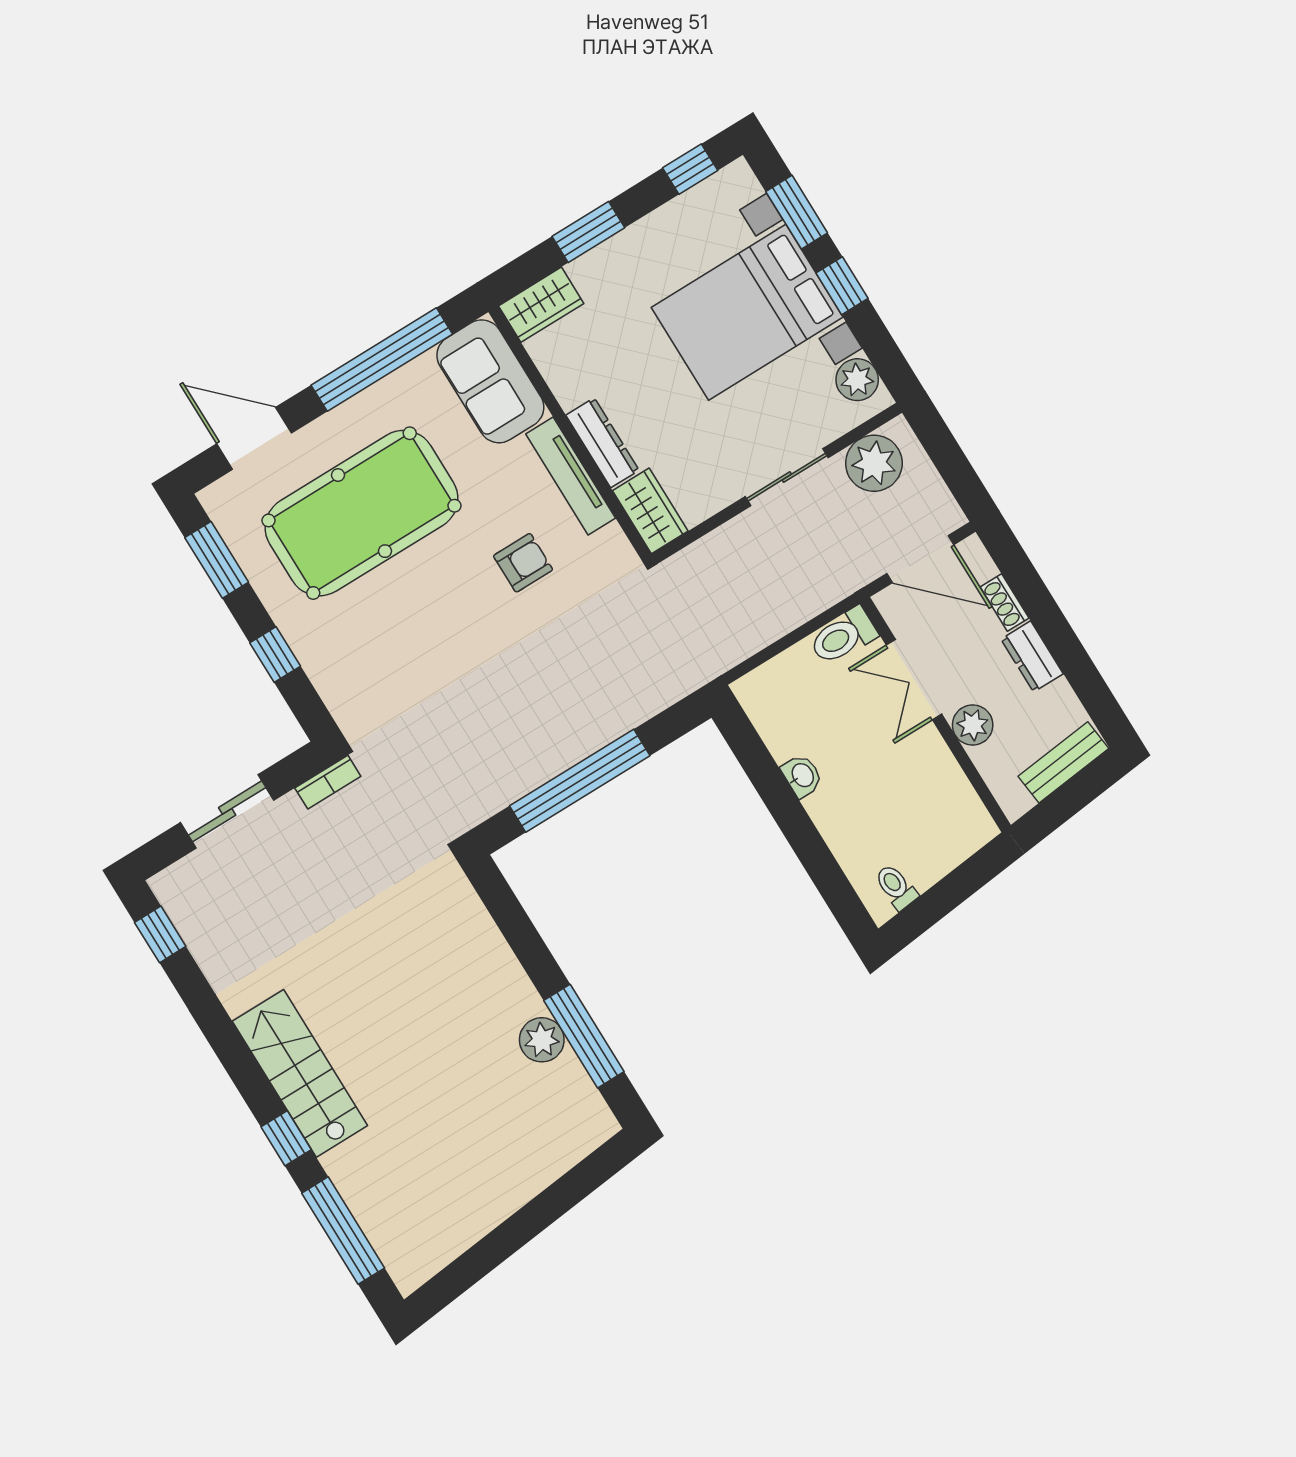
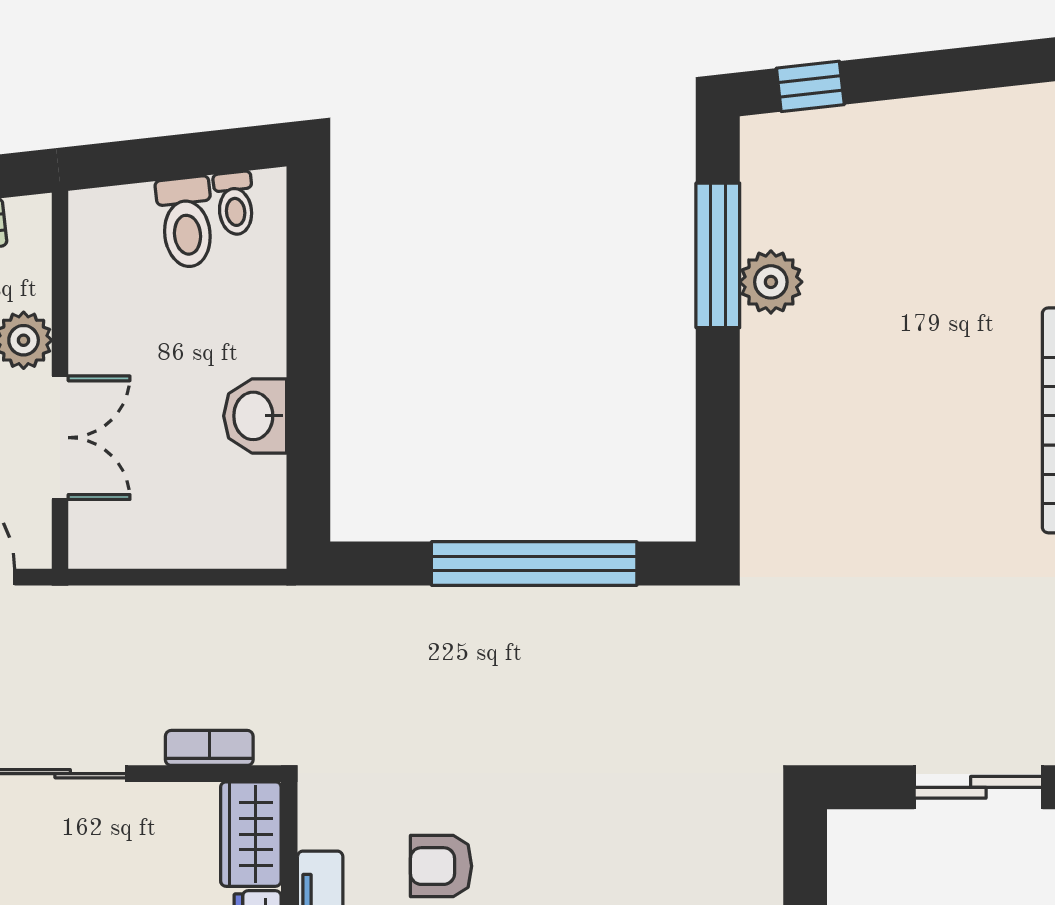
toilet: (843, 636) -> (186, 222), moved, turned 84
washbasin: (802, 776) -> (255, 416), width x1.38, depth x1.45
bookcase: (328, 782) -> (209, 748), moved
window: (591, 1173) -> (810, 86), added

